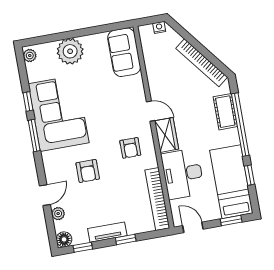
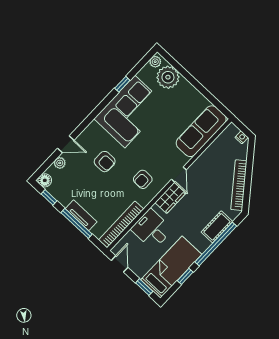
plant: (70, 51) -> (168, 77), moved
sofa: (124, 52) -> (201, 131), width x1.36
window: (34, 135) -> (102, 106), removed
armchair: (88, 171) -> (105, 162), turned -90
desk: (183, 174) -> (152, 229), width x0.73
tv unit: (107, 232) -> (81, 215), moved
window: (126, 239) -> (77, 223), width x2.17

